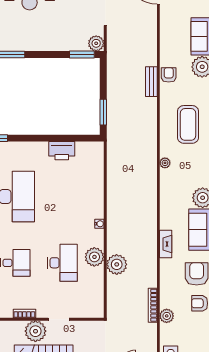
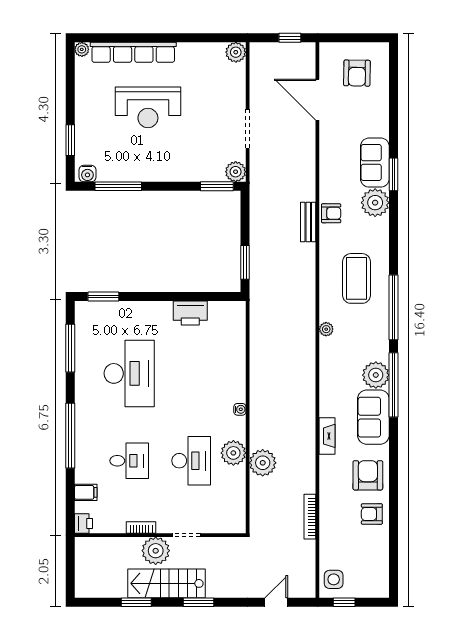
armchair: (169, 75) -> (331, 213), turned 90
plant: (167, 316) -> (328, 531), removed

